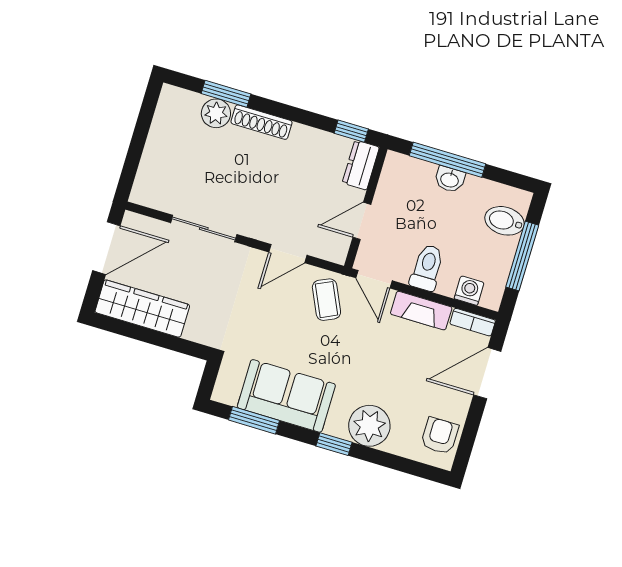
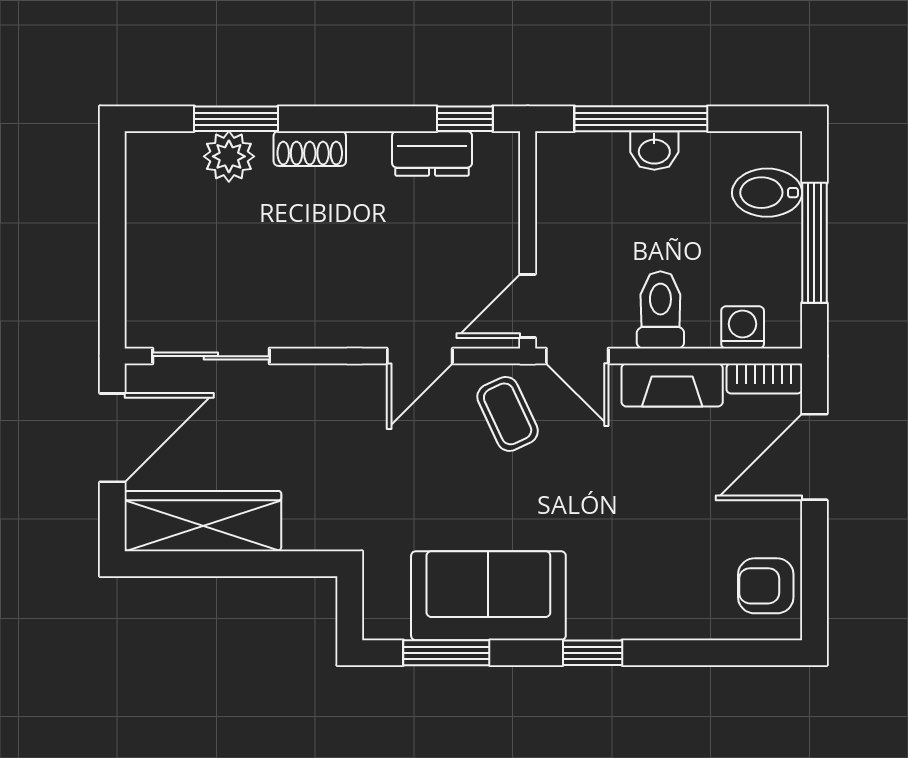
shoe rack: (261, 122) -> (310, 149), width x0.70
dresser: (361, 165) -> (432, 153), moved, turned -90
door: (362, 221) -> (528, 306), moved
sliding door: (204, 229) -> (211, 356), moved
plant: (369, 426) -> (643, 604), removed
armchair: (440, 436) -> (766, 586), turned -90

